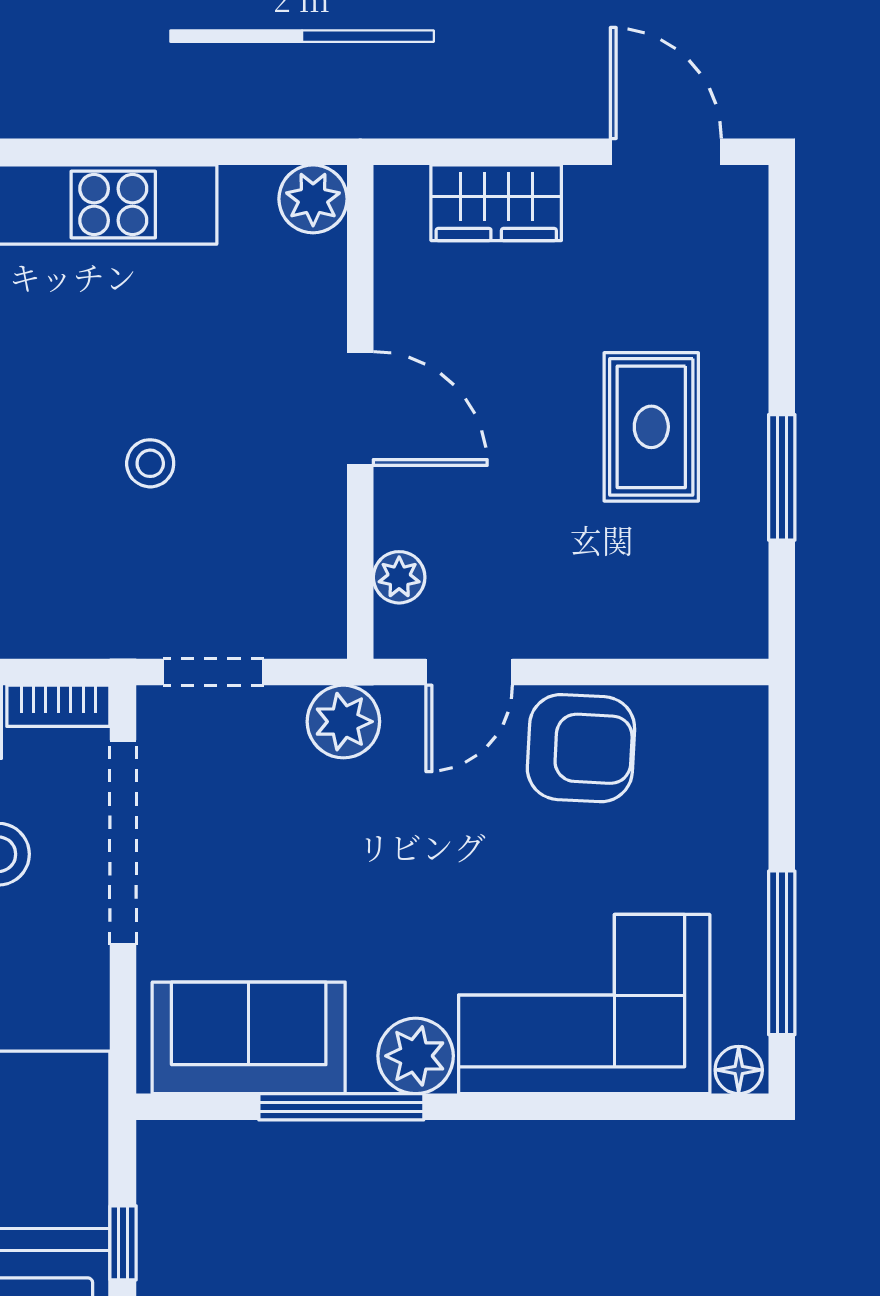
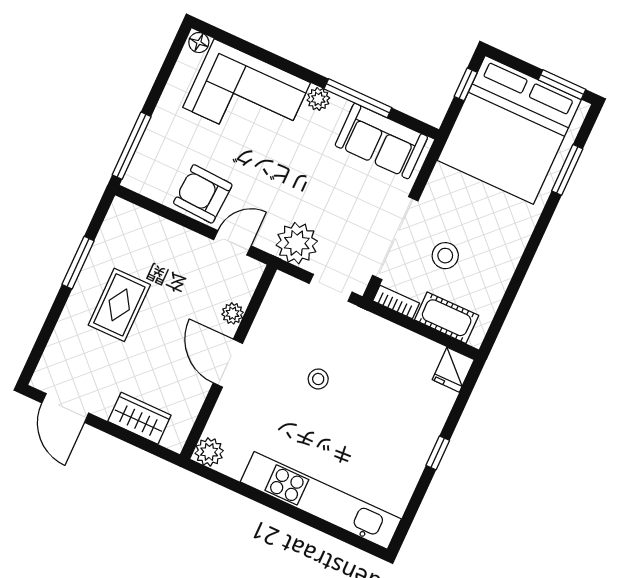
plant: (399, 577) -> (233, 313), moved
plant: (343, 722) -> (297, 243), width x1.36, depth x1.36
window: (782, 953) -> (132, 146), moved
plant: (416, 1056) -> (318, 99), width x0.73, depth x0.73

